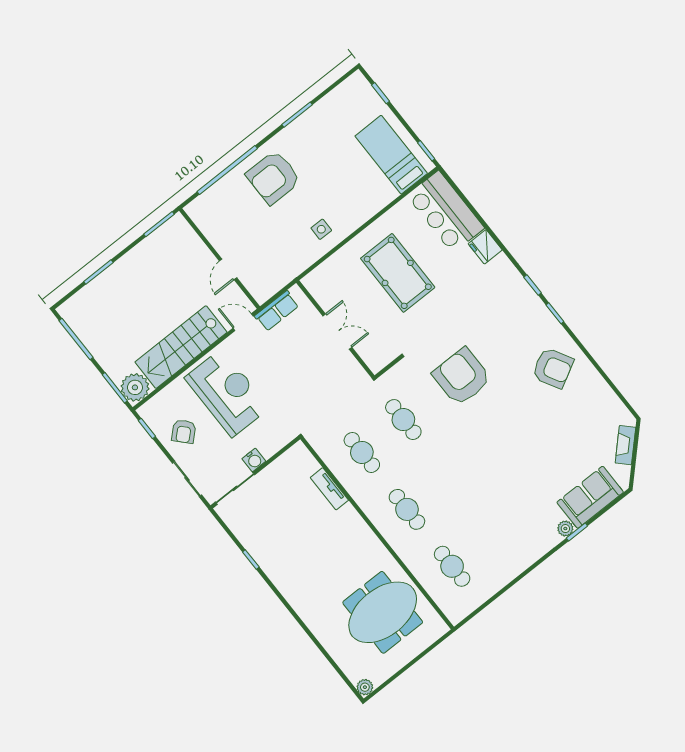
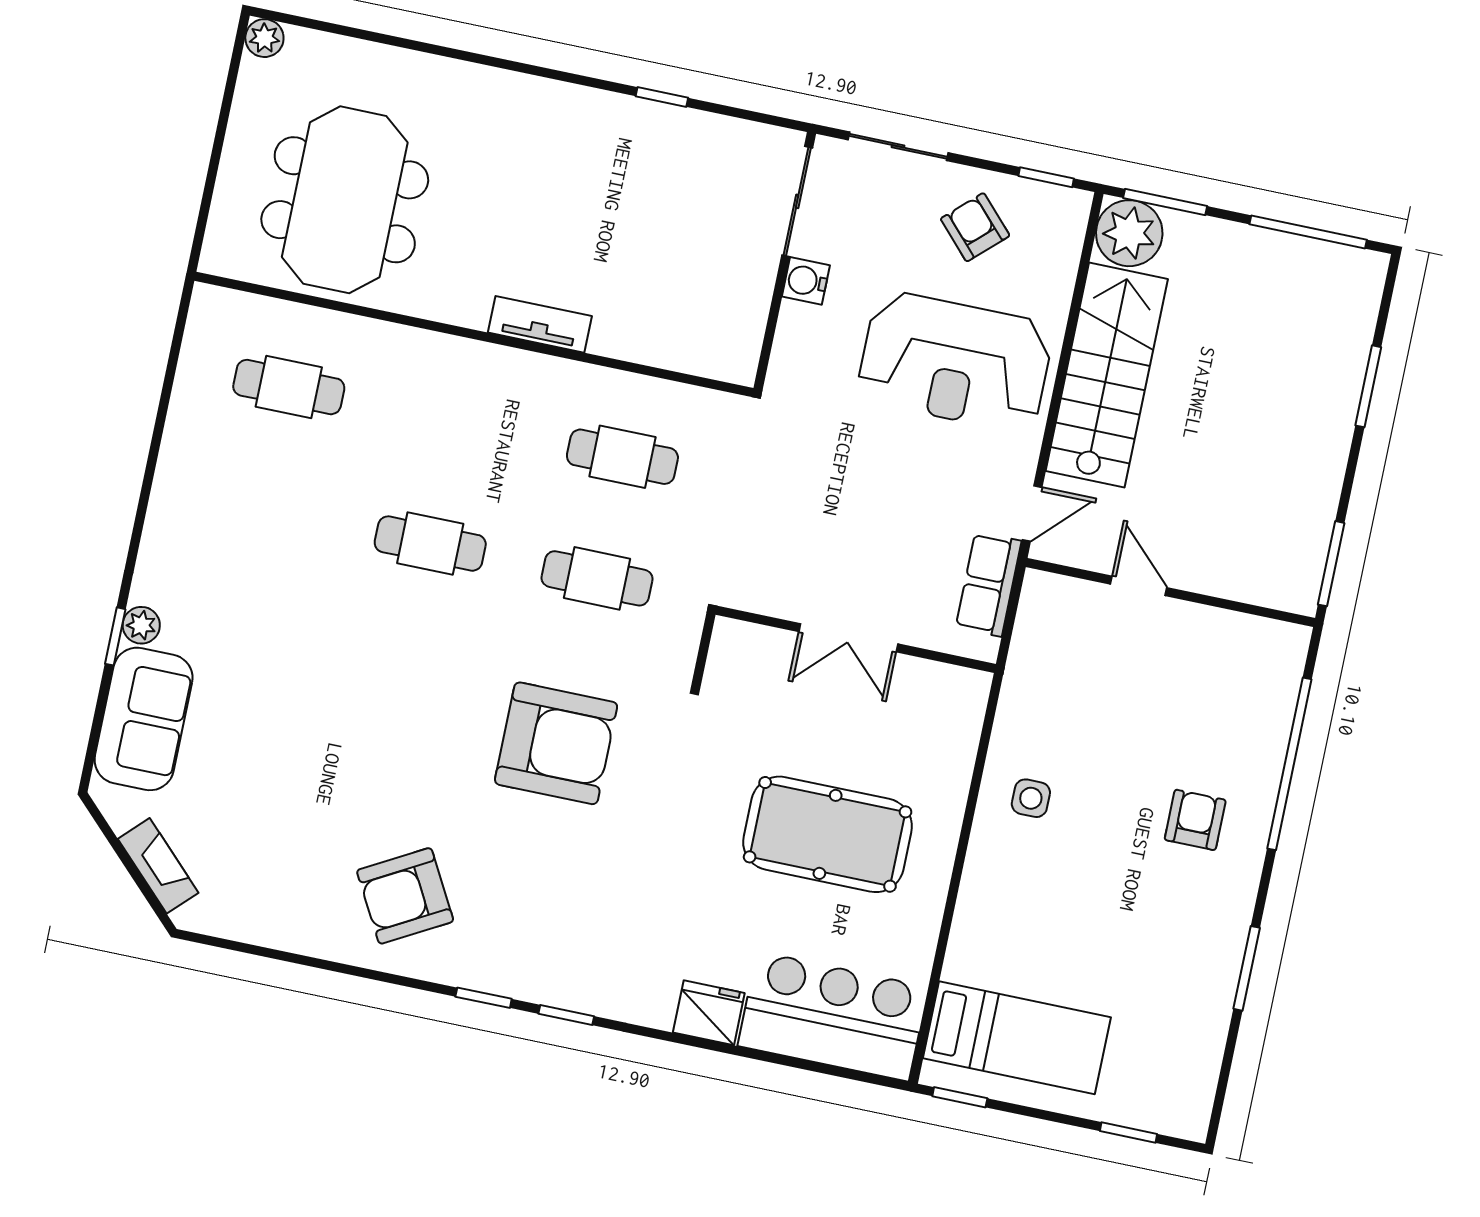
armchair: (273, 177) -> (1195, 820), width x0.53, depth x0.53
tv unit: (329, 489) -> (540, 324), moved
cafe table: (407, 509) -> (430, 544), moved

